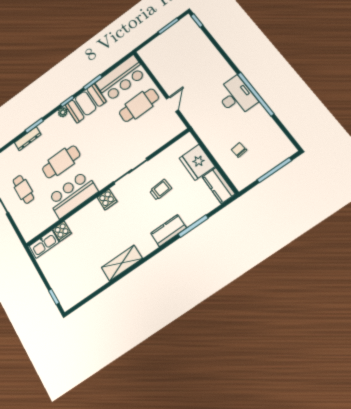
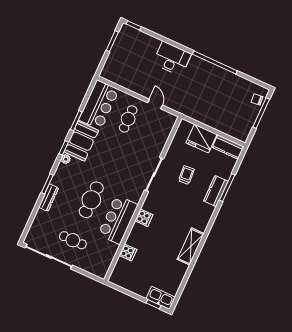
desk: (236, 96) -> (172, 59), moved
cafe table: (139, 105) -> (128, 119), width x0.73, depth x0.74
chair: (239, 150) -> (257, 99), moved
cooker: (107, 199) -> (144, 218), moved
kitchen counter: (169, 231) -> (216, 191), moved
kitchen sink: (44, 244) -> (161, 298), moved, turned -90

